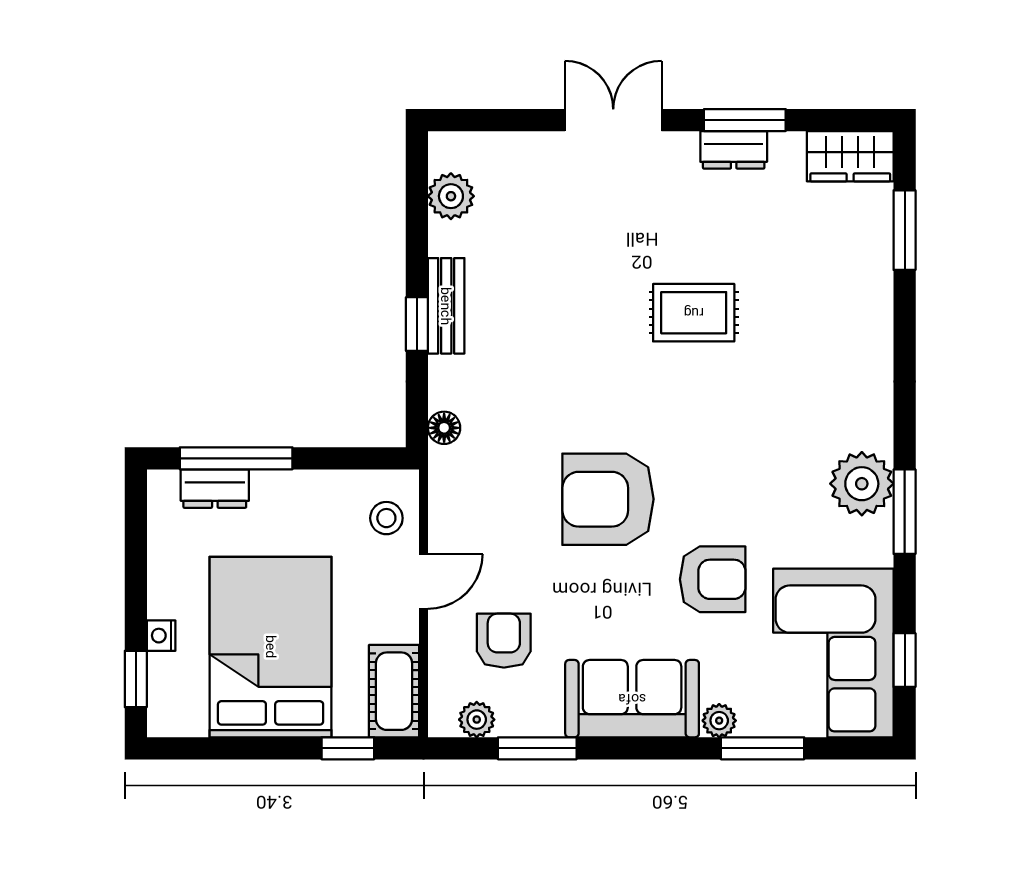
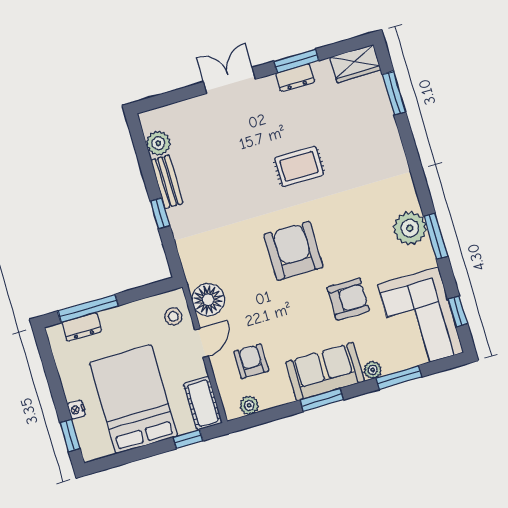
bench: (446, 306) -> (167, 182), moved
floor lamp: (444, 428) -> (208, 300), moved, width x1.89, depth x1.89
armchair: (608, 499) -> (293, 251), moved, turned 90
window: (537, 748) -> (322, 400), moved

